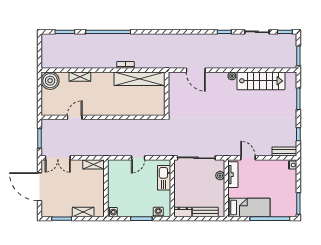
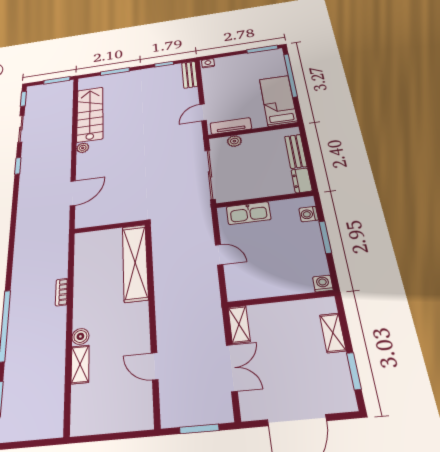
shelving: (140, 79) -> (135, 263), moved
boiler: (50, 81) -> (80, 336), moved, width x0.54, depth x0.54
double door: (58, 158) -> (232, 368), moved

